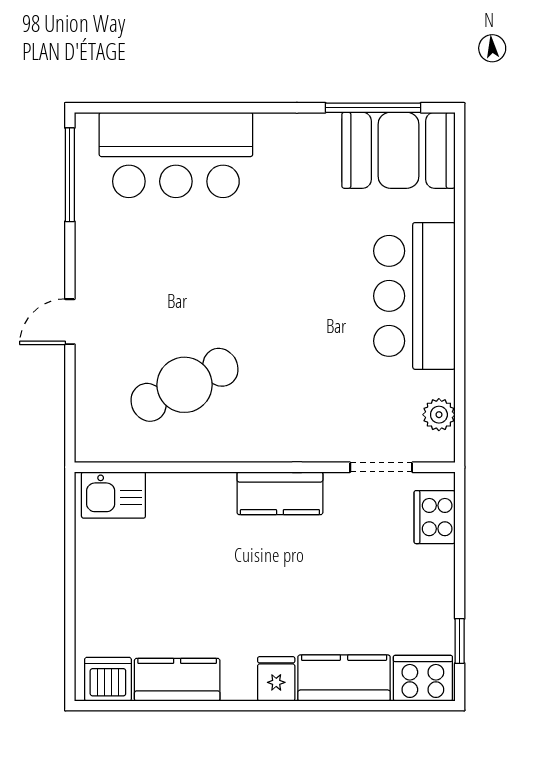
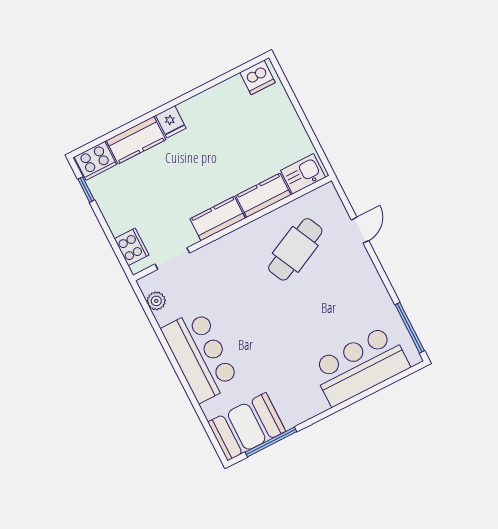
door: (70, 322) -> (360, 230), moved
kitchen counter: (177, 680) -> (263, 195), moved, turned 180

